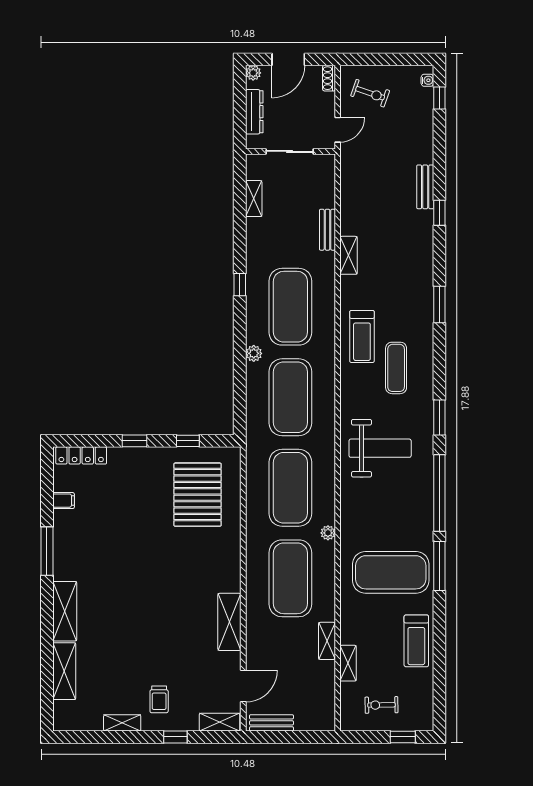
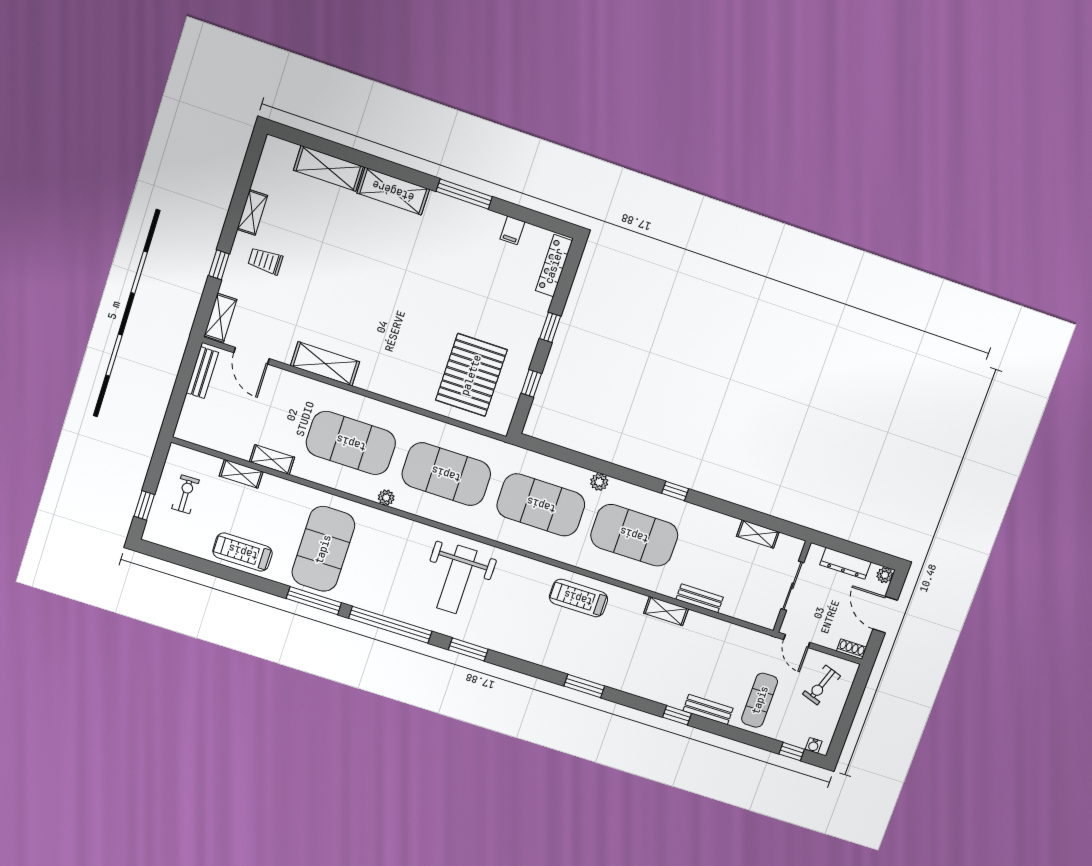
exercise mat: (396, 368) -> (760, 700), moved, turned 90
pallet: (198, 495) -> (471, 375), turned 90

